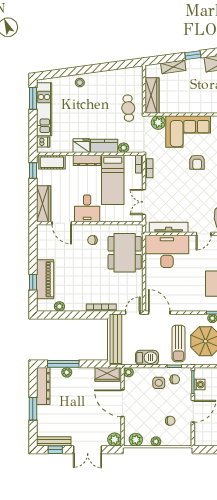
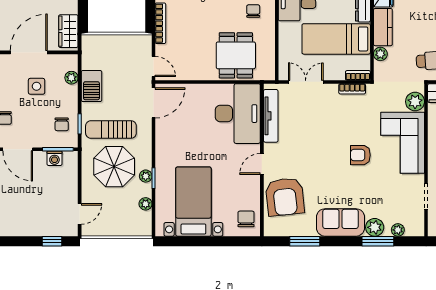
door: (204, 234) -> (262, 164), hinge flipped
dining table: (125, 253) -> (236, 55), width x0.73
bench: (116, 339) -> (118, 43), removed
plant: (128, 372) -> (71, 78), moved
side table: (159, 383) -> (37, 86), moved

